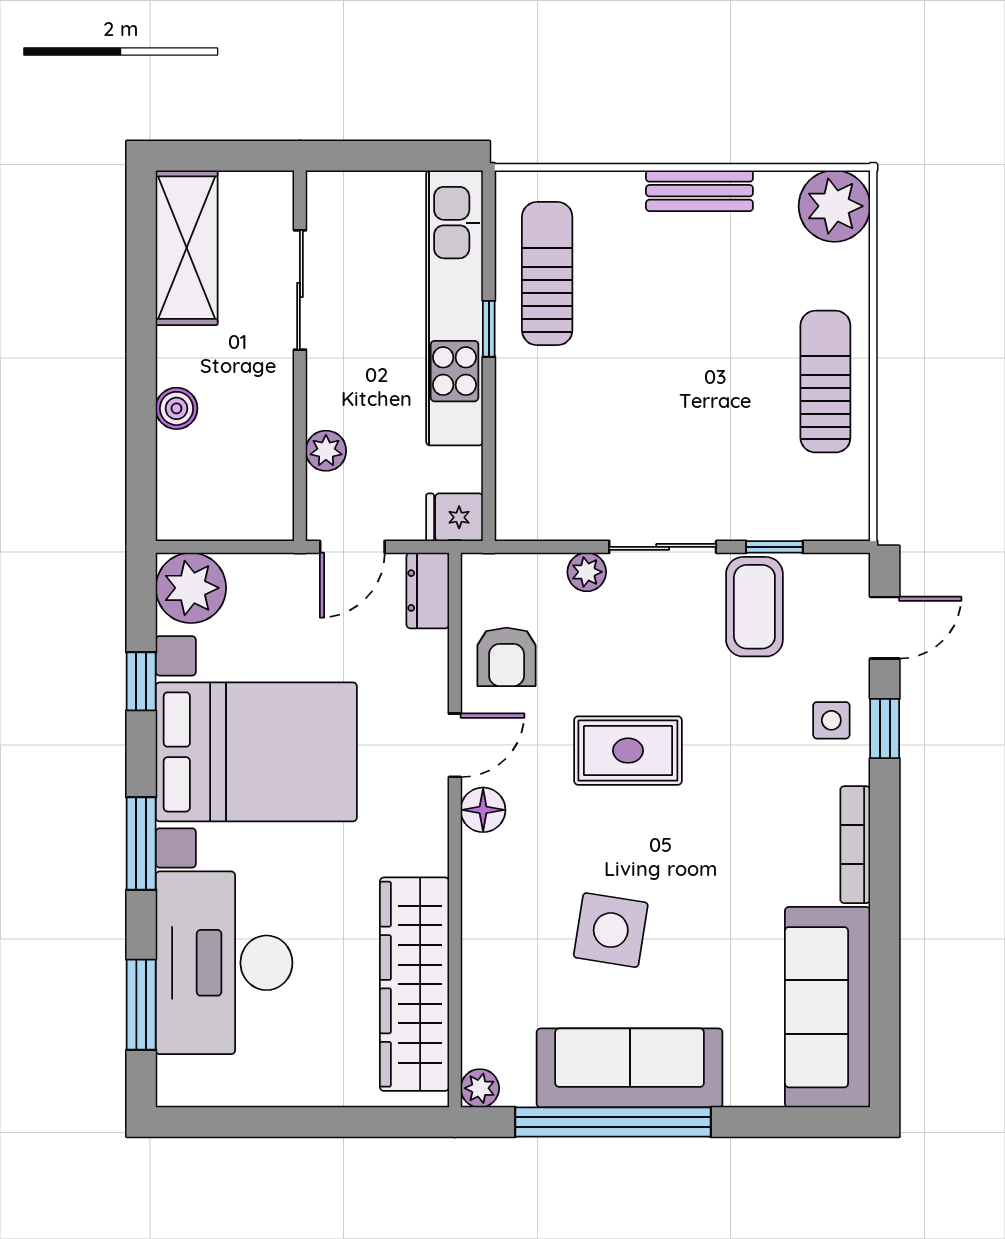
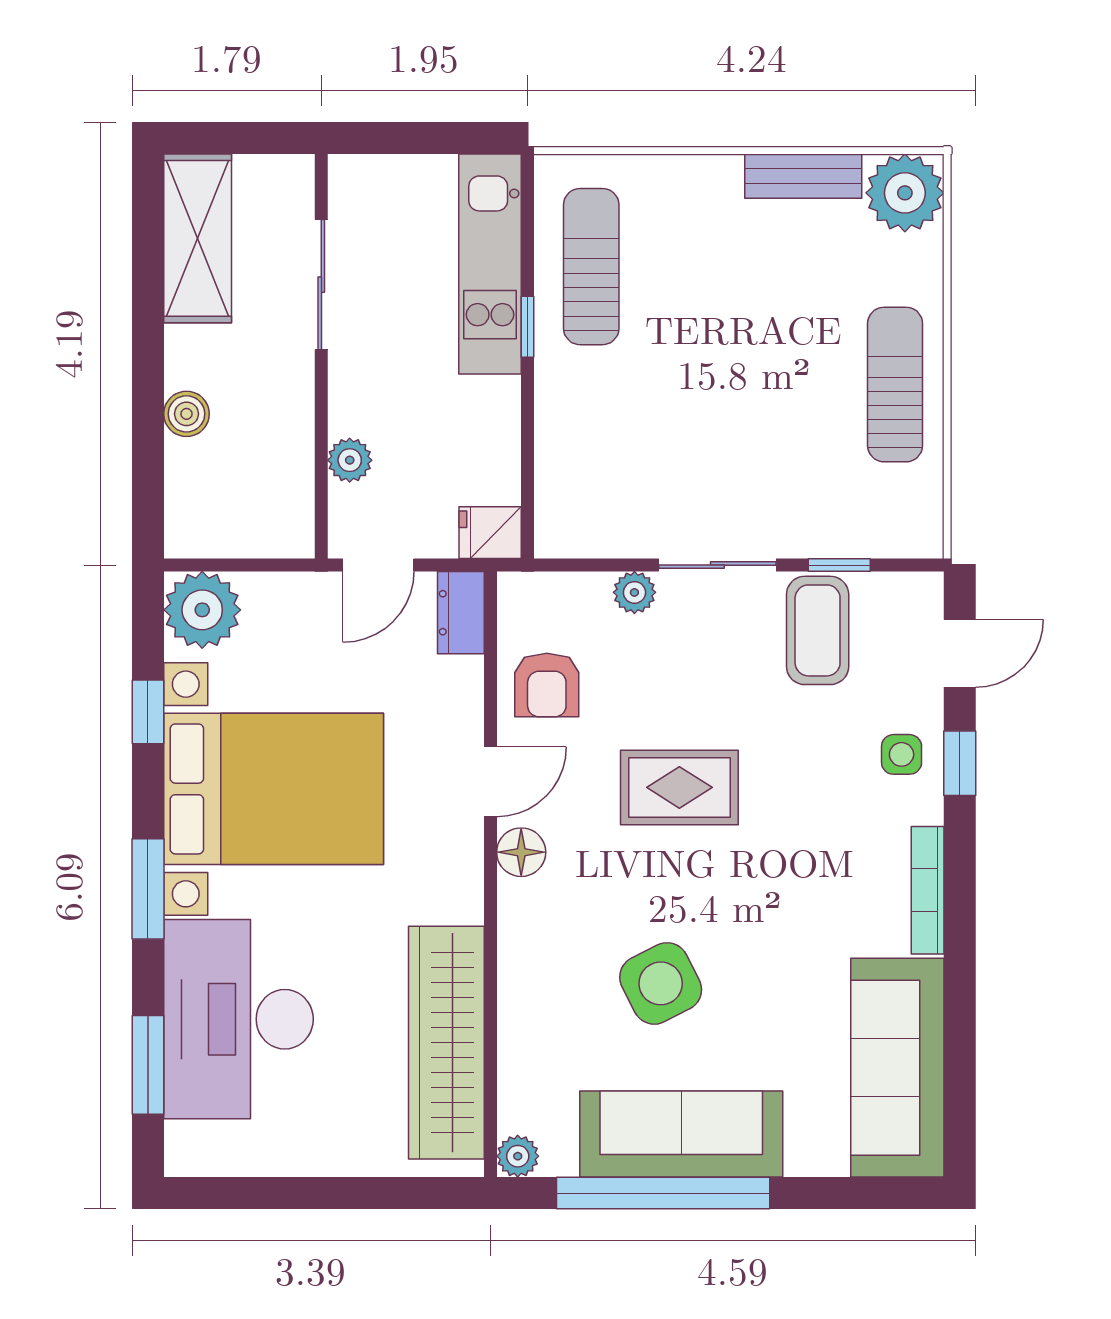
bench: (699, 191) -> (803, 176), moved
kitchen unit: (454, 308) -> (490, 264), width x0.73
side table: (611, 930) -> (661, 983), turned -36

